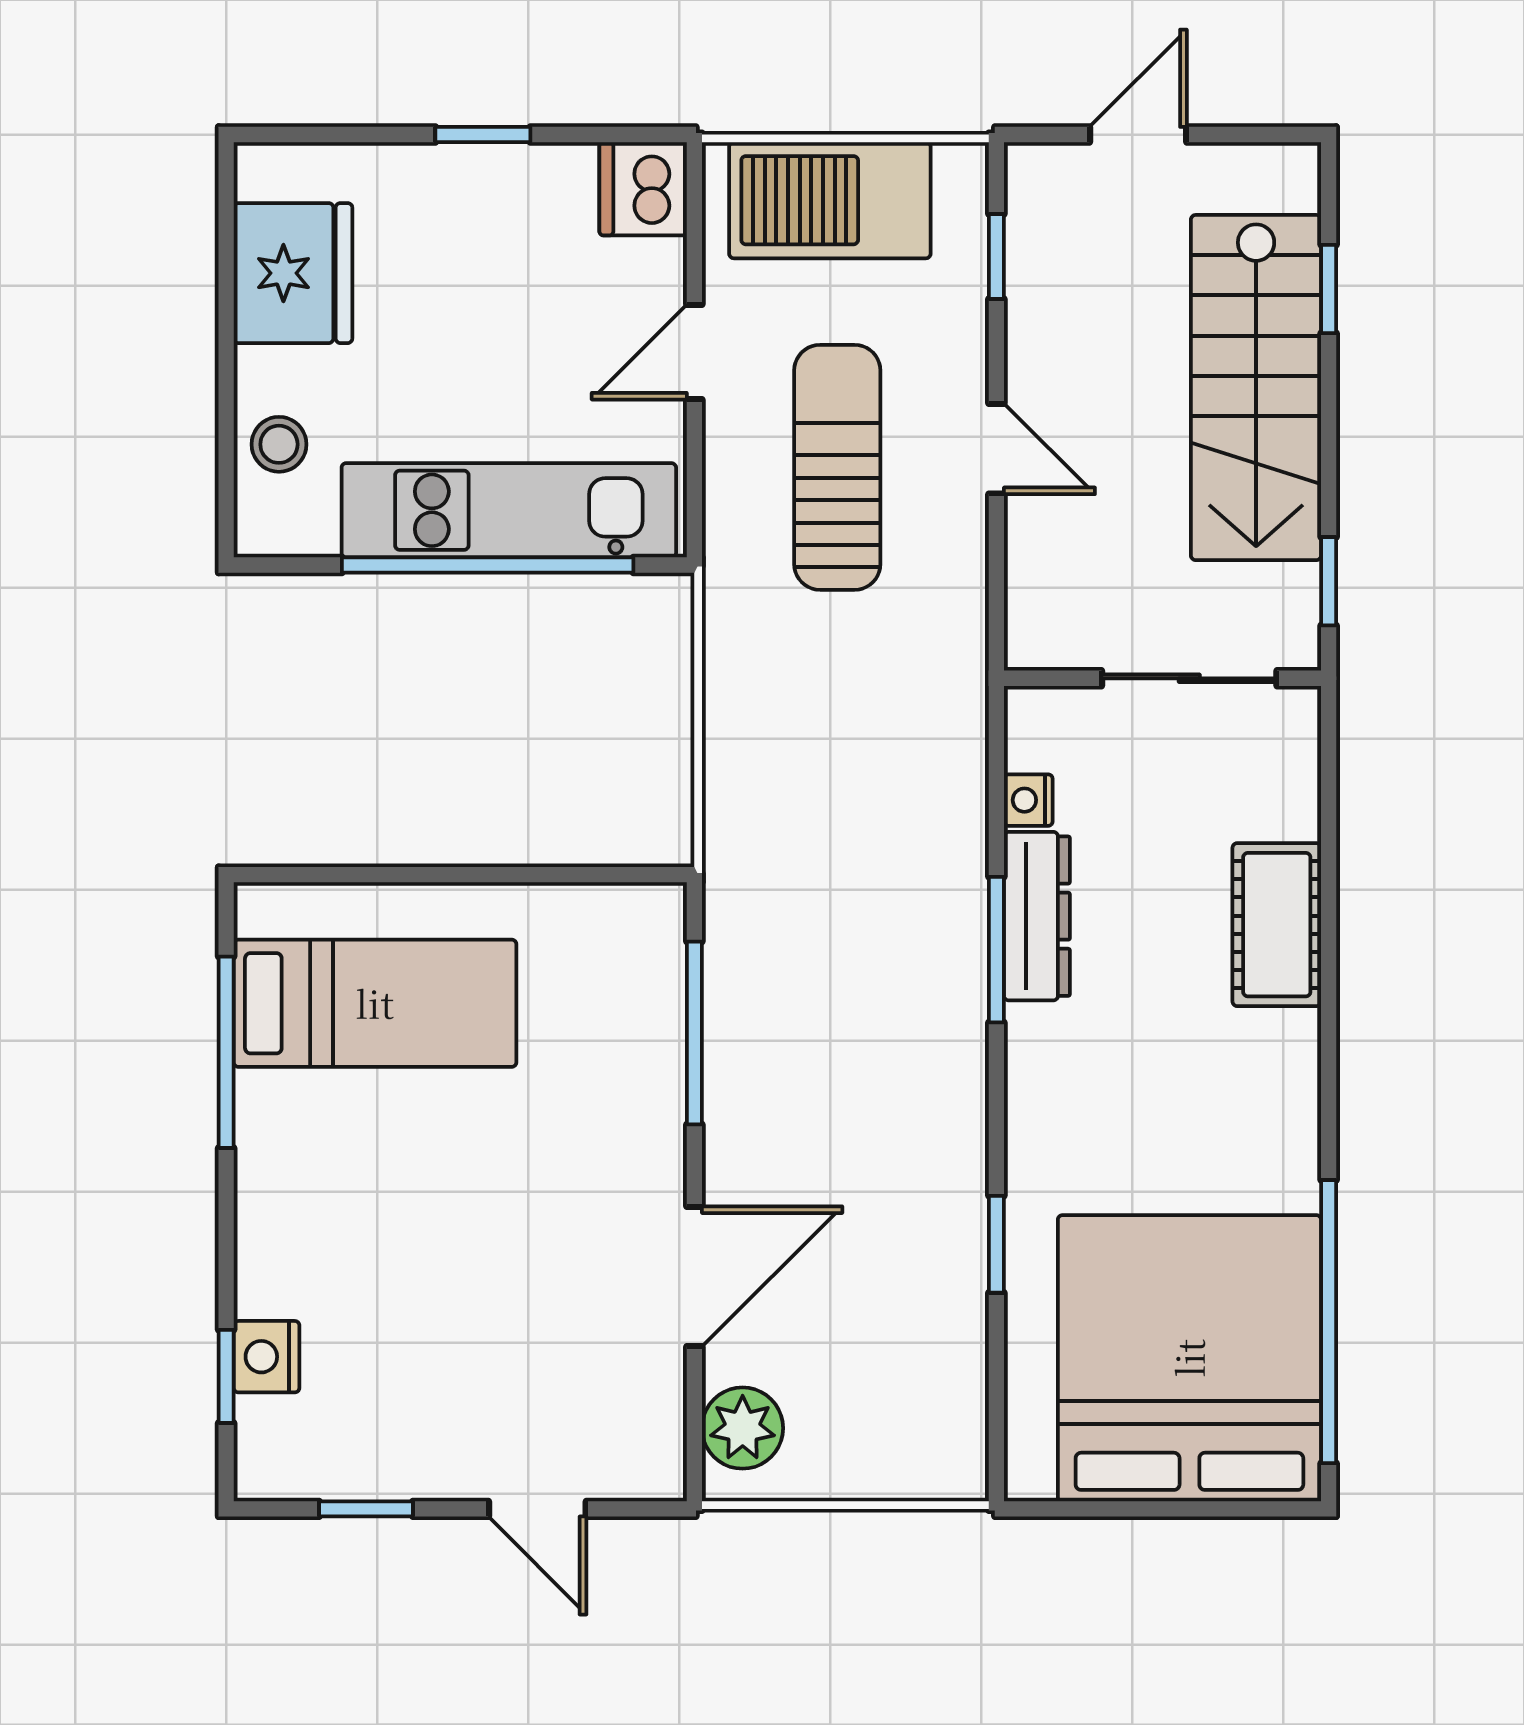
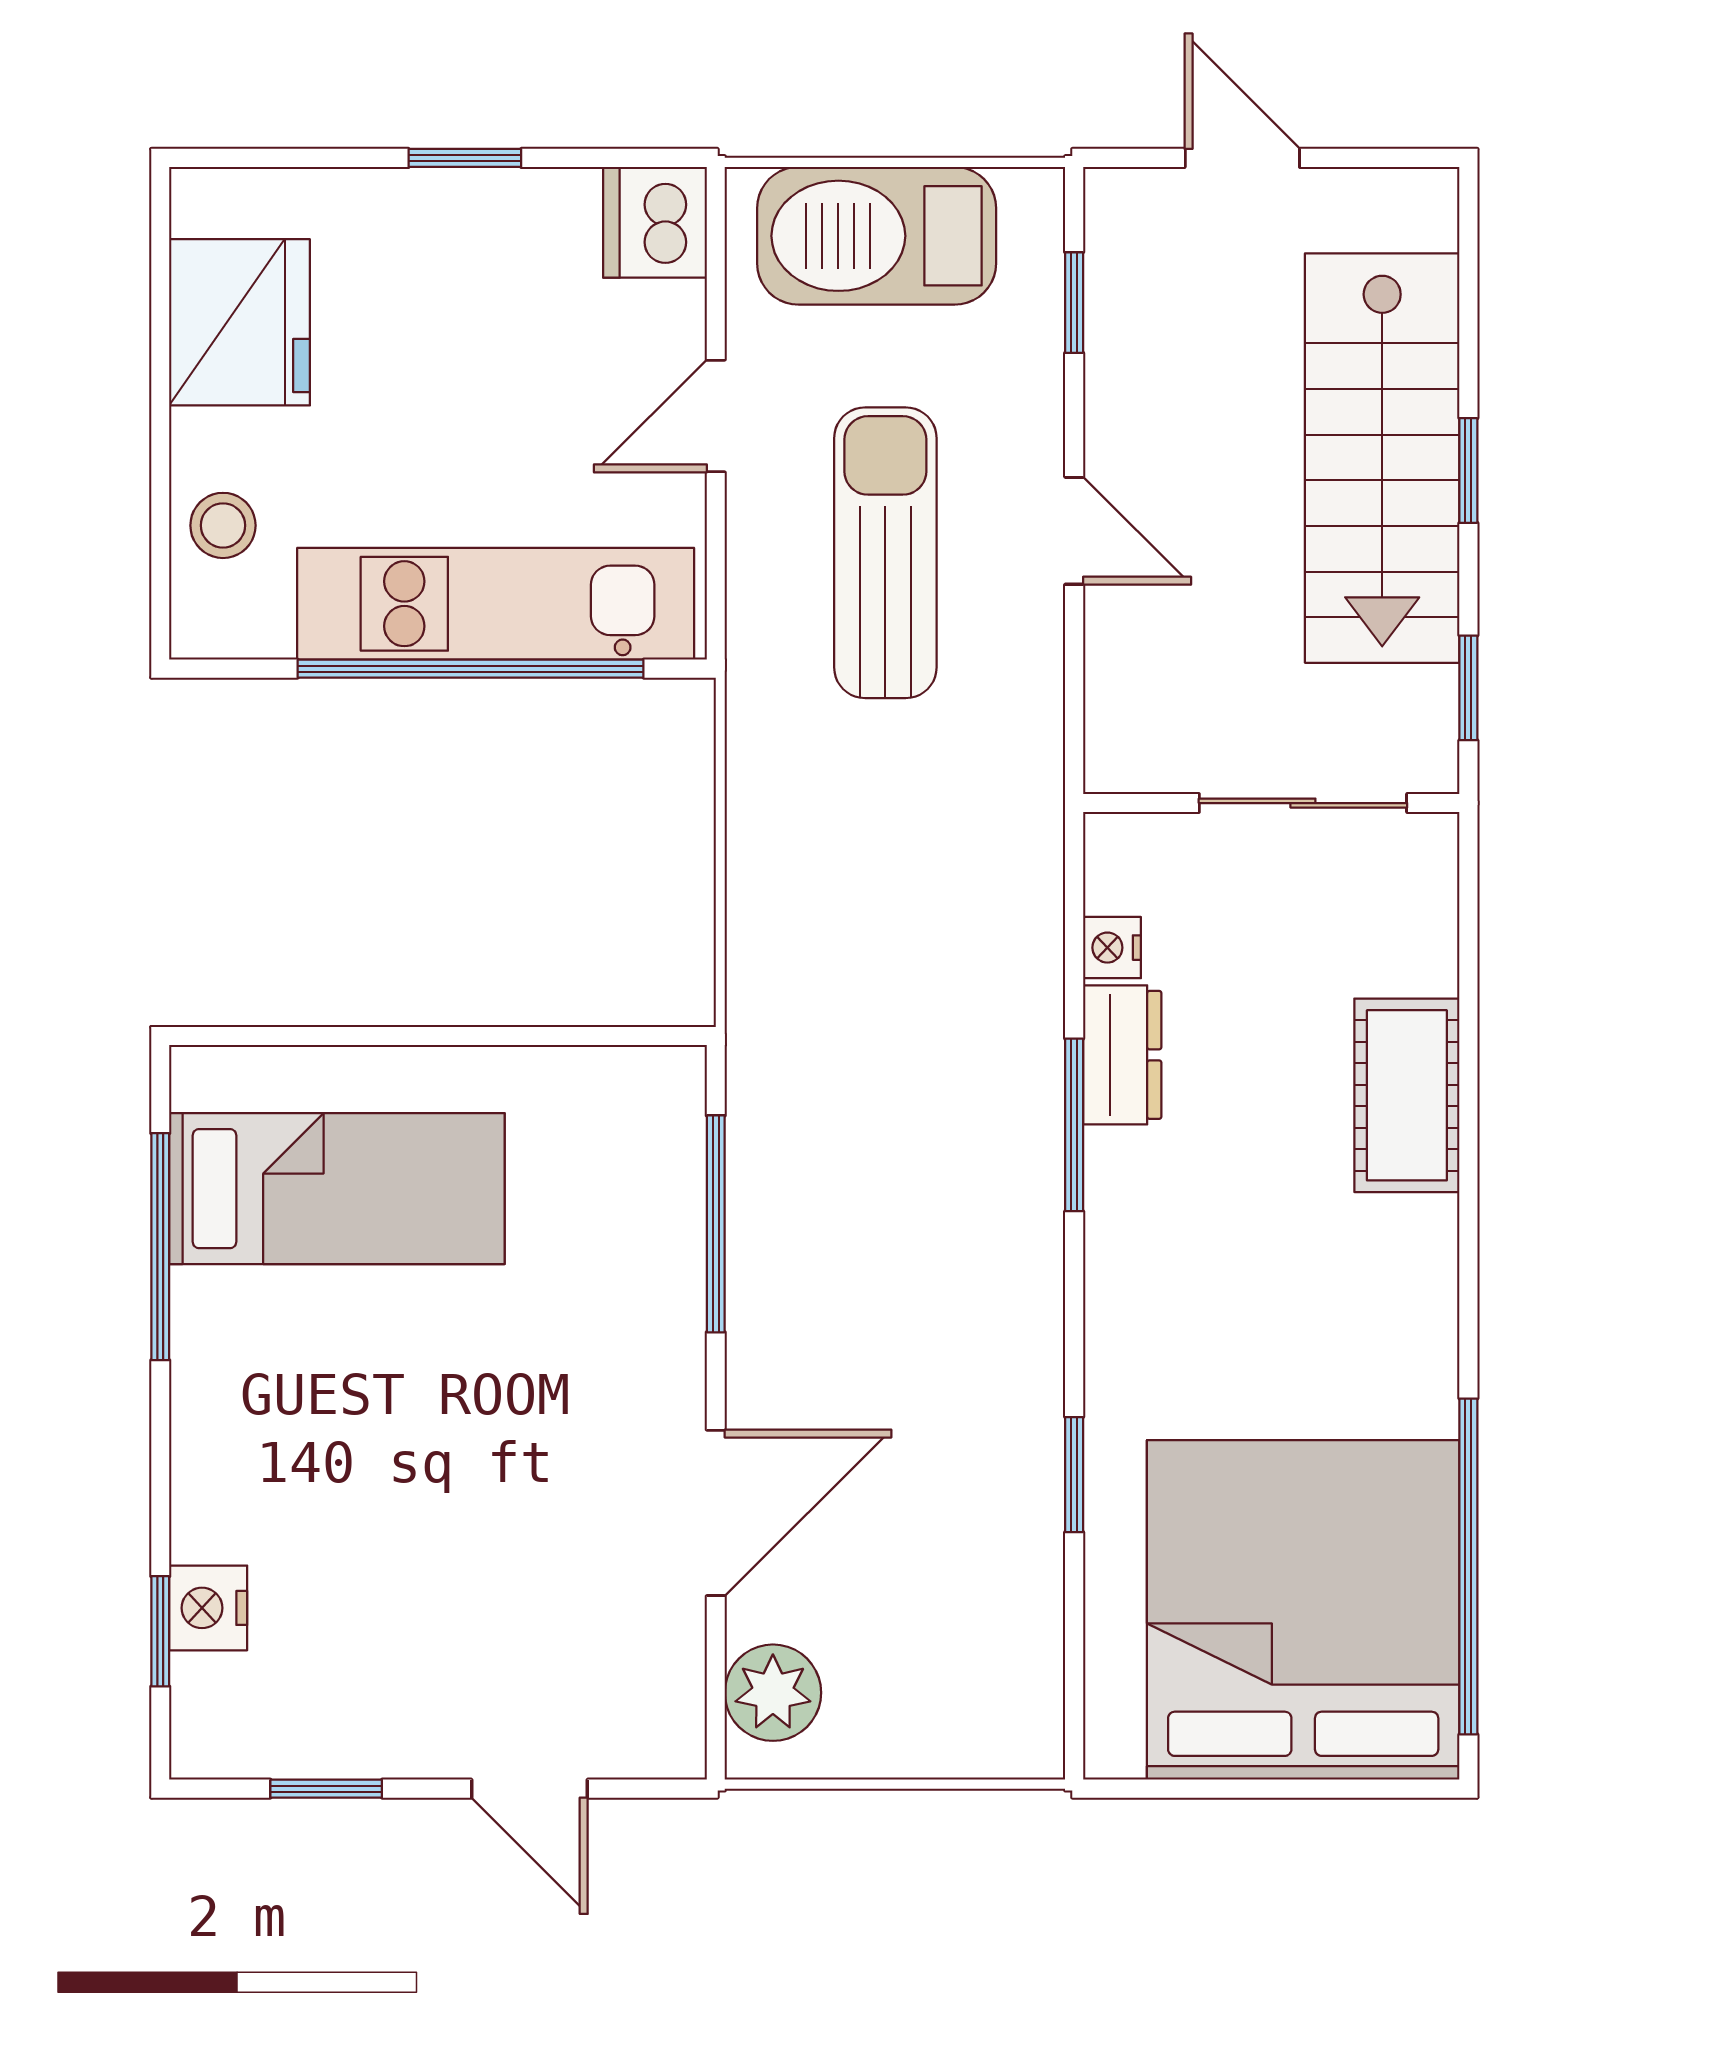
door: (1138, 135) -> (1242, 158), hinge flipped
window: (1329, 289) -> (1468, 471), moved
dresser: (1037, 916) -> (1122, 1055), width x0.70

